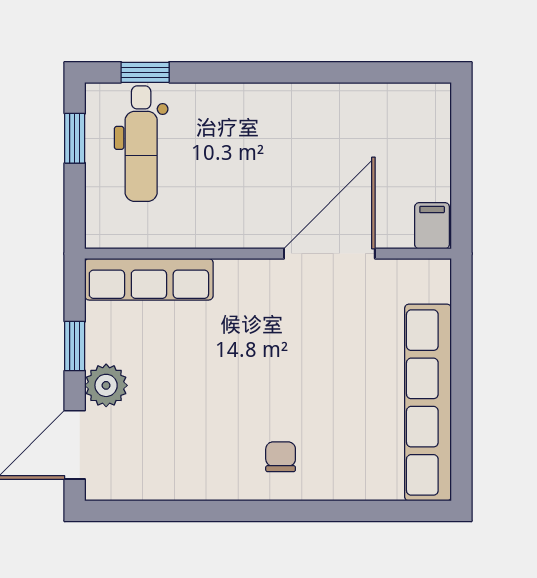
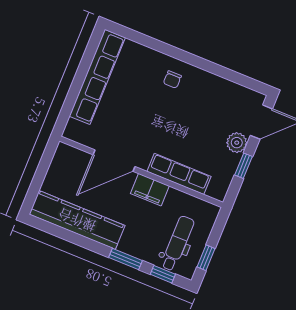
window: (230, 72) -> (125, 259), added
kitchen counter: (354, 110) -> (77, 220), added
filing cabinet: (432, 226) -> (150, 190), moved, width x2.00
row of seats: (149, 279) -> (179, 174), moved

